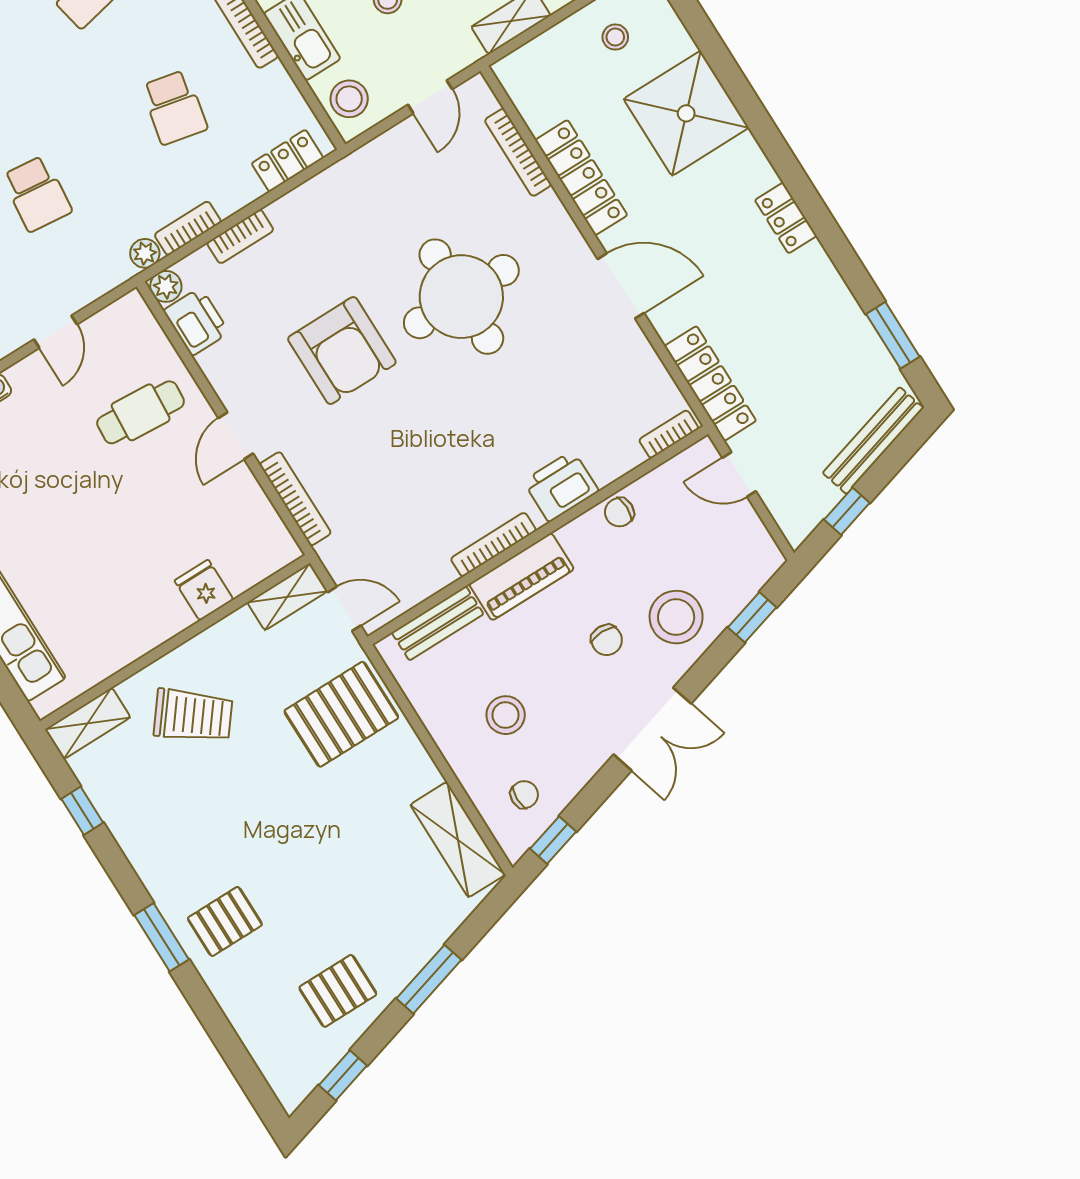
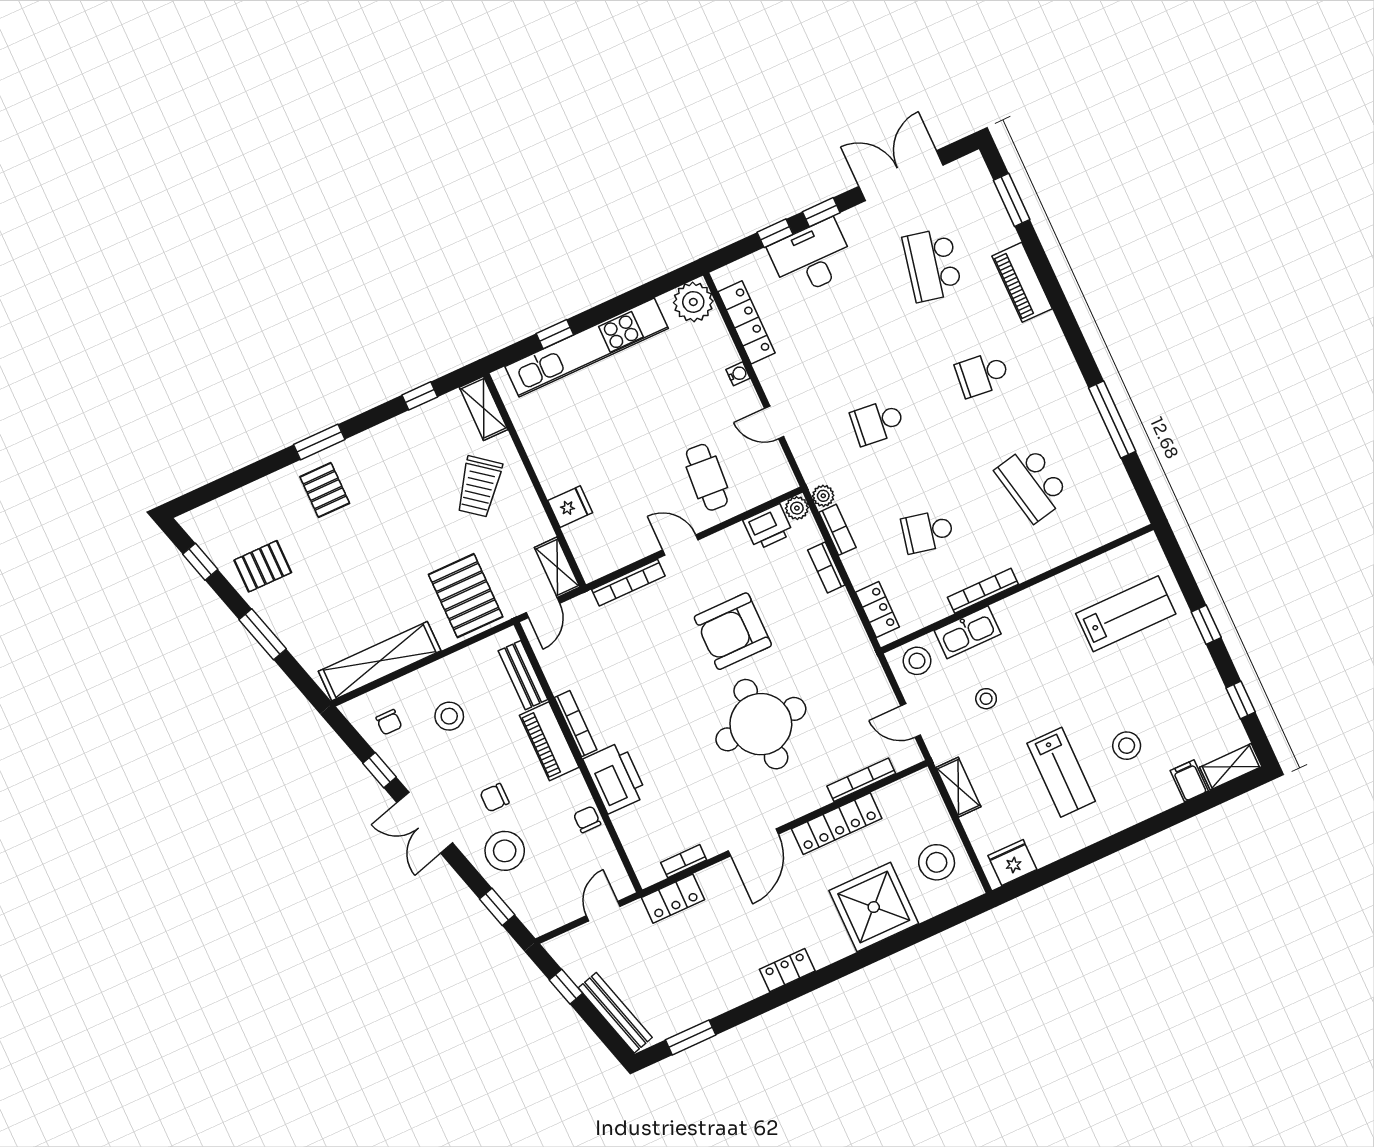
stool: (615, 37) -> (937, 862), width x1.89, depth x1.89
locker: (710, 383) -> (673, 899), width x0.66
bookcase: (669, 434) -> (684, 861), moved, turned -90
printer: (561, 486) -> (615, 778), width x1.37, depth x1.19
shelving: (458, 840) -> (380, 661), width x1.47
window: (553, 840) -> (380, 770), moved
pallet: (338, 991) -> (263, 566), turned 90

